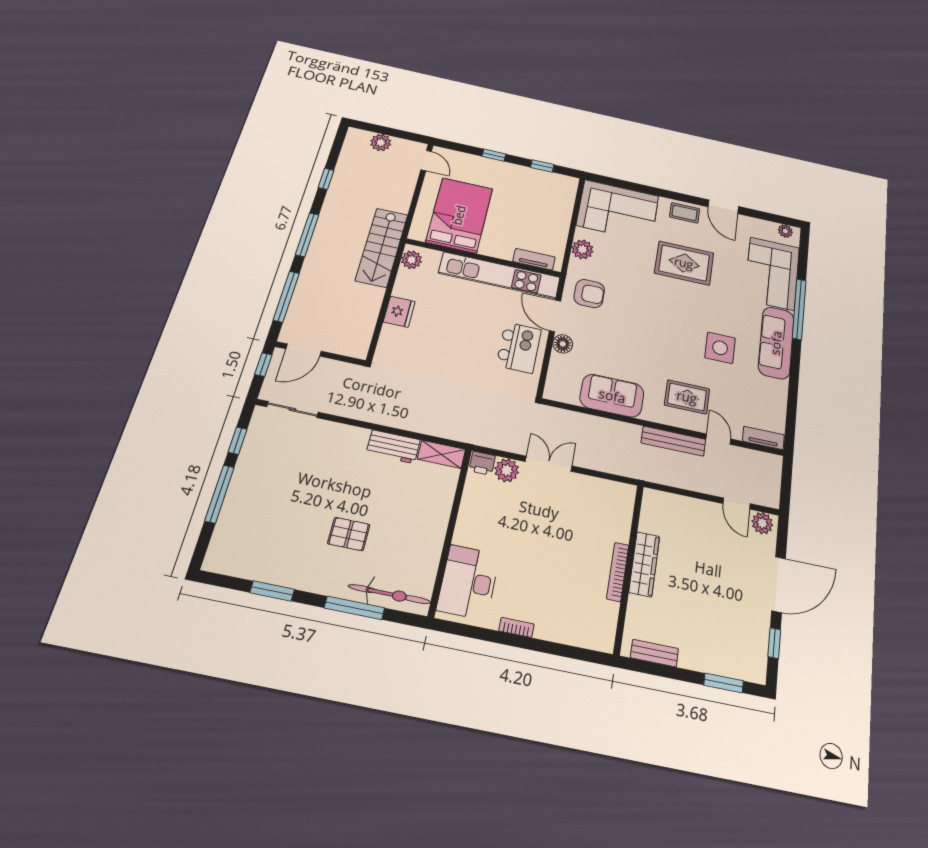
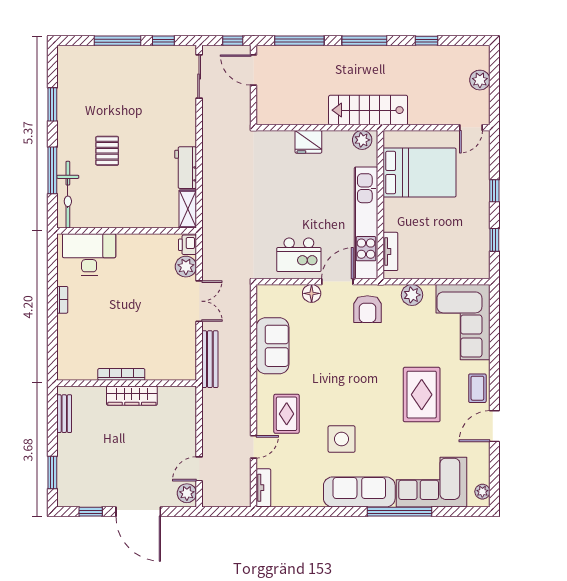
bench: (673, 441) -> (210, 359), moved

